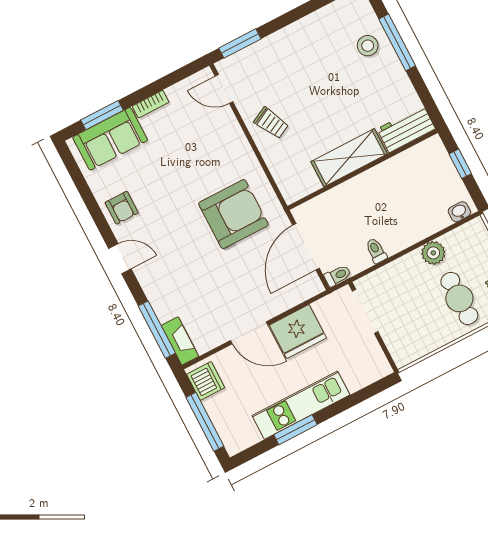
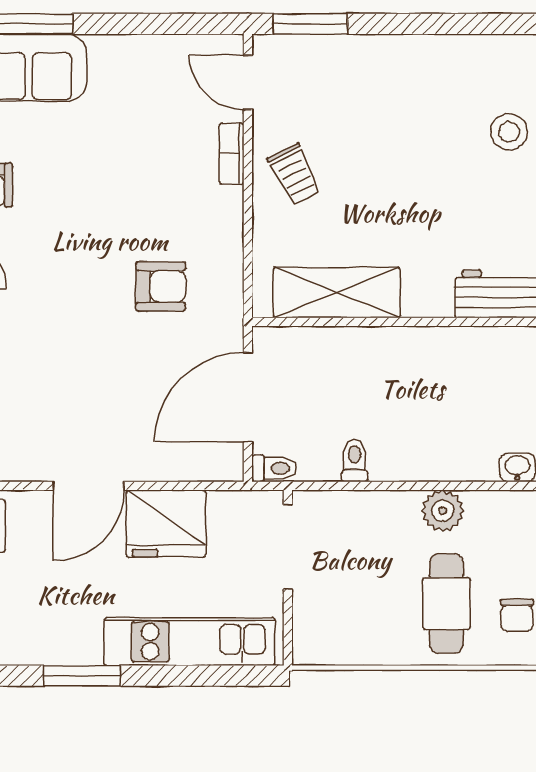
bookcase: (151, 104) -> (232, 154), moved, turned 90
shelving: (349, 158) -> (337, 292), moved
armchair: (233, 214) -> (161, 286), width x0.53, depth x0.53
door: (249, 333) -> (88, 486), hinge flipped
kitchen unit: (301, 405) -> (189, 642), moved

